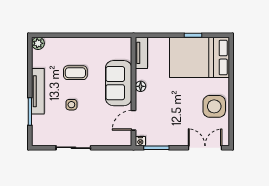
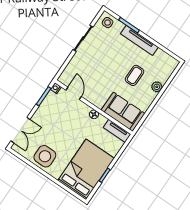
plant: (38, 43) -> (157, 87), moved
sofa: (119, 83) -> (123, 112), moved
side table: (71, 105) -> (108, 23), moved

